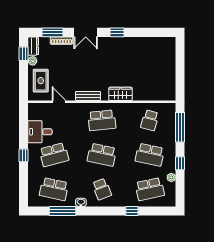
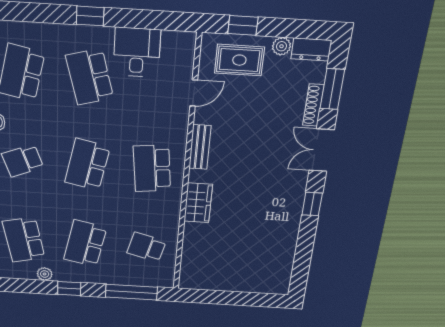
window: (24, 54) -> (243, 25), moved

